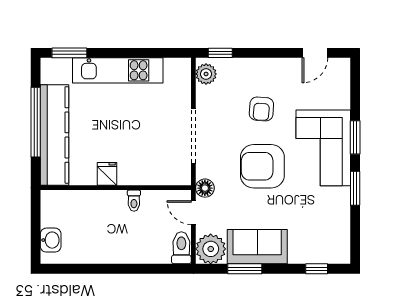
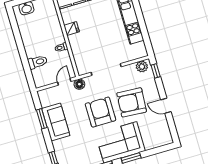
door: (315, 53) -> (166, 106), moved
armchair: (261, 109) -> (132, 102), width x1.88, depth x1.88
toilet: (181, 248) -> (38, 62), moved
plant: (211, 249) -> (47, 97), removed

